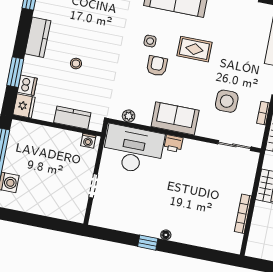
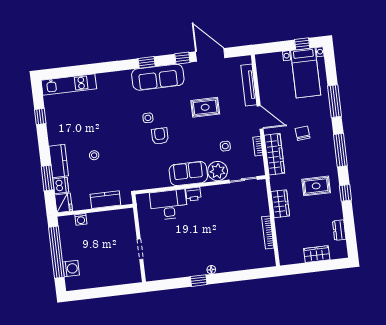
kitchen counter: (38, 37) -> (59, 161), moved
rug: (194, 49) -> (205, 107), moved
side table: (227, 101) -> (225, 146), width x0.54, depth x0.54
plant: (129, 116) -> (218, 171), moved, width x1.88, depth x1.88
washing machine: (88, 141) -> (81, 219), moved
desk: (133, 150) -> (169, 205), width x0.73, depth x0.77

